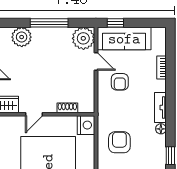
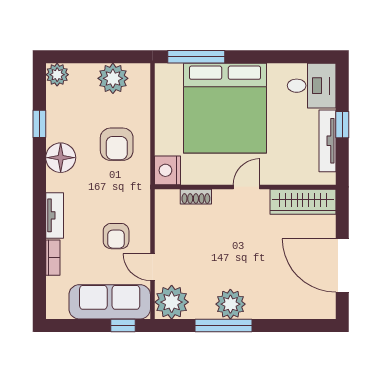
plant: (22, 37) -> (230, 304), moved
armchair: (120, 82) -> (116, 236), turned 180
tv unit: (160, 107) -> (55, 215), moved
floor lamp: (161, 129) -> (61, 158), width x1.89, depth x1.89

